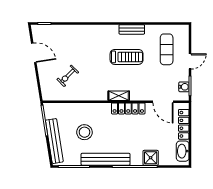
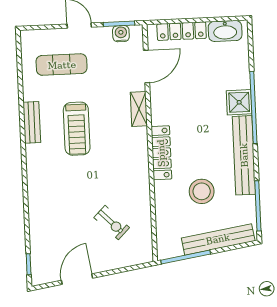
treadmill: (127, 57) -> (77, 129), turned 180
shelving: (119, 96) -> (139, 109), moved
locker: (128, 108) -> (161, 153), moved
shower: (151, 158) -> (239, 102), moved

